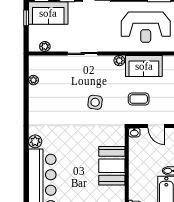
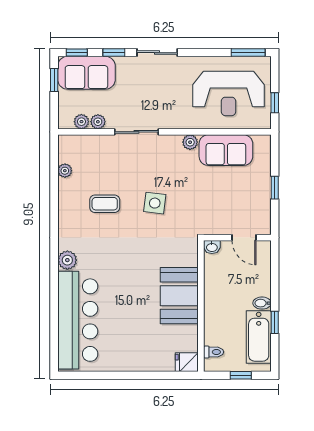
plant: (56, 46) -> (98, 122), added
coffee table: (139, 99) -> (105, 204), moved

